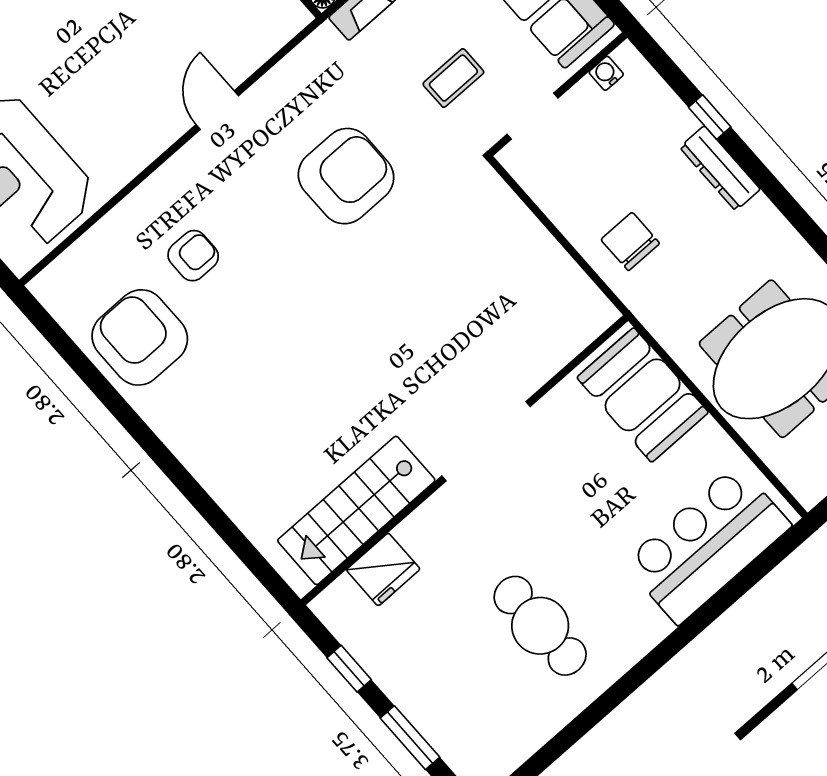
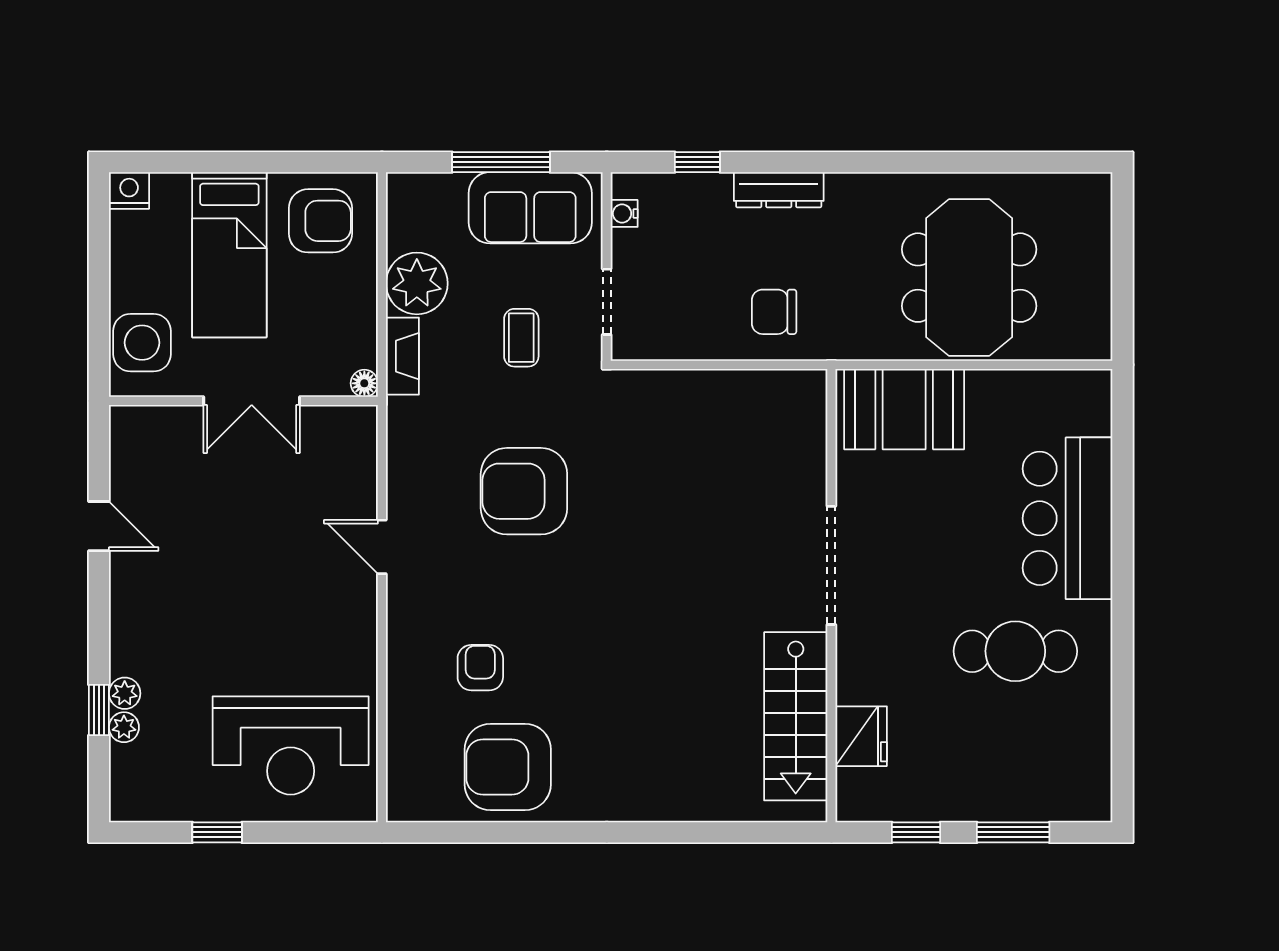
window: (710, 117) -> (697, 162), moved
armchair: (346, 176) -> (524, 491), turned -90
bar counter: (707, 544) -> (1068, 518), moved

